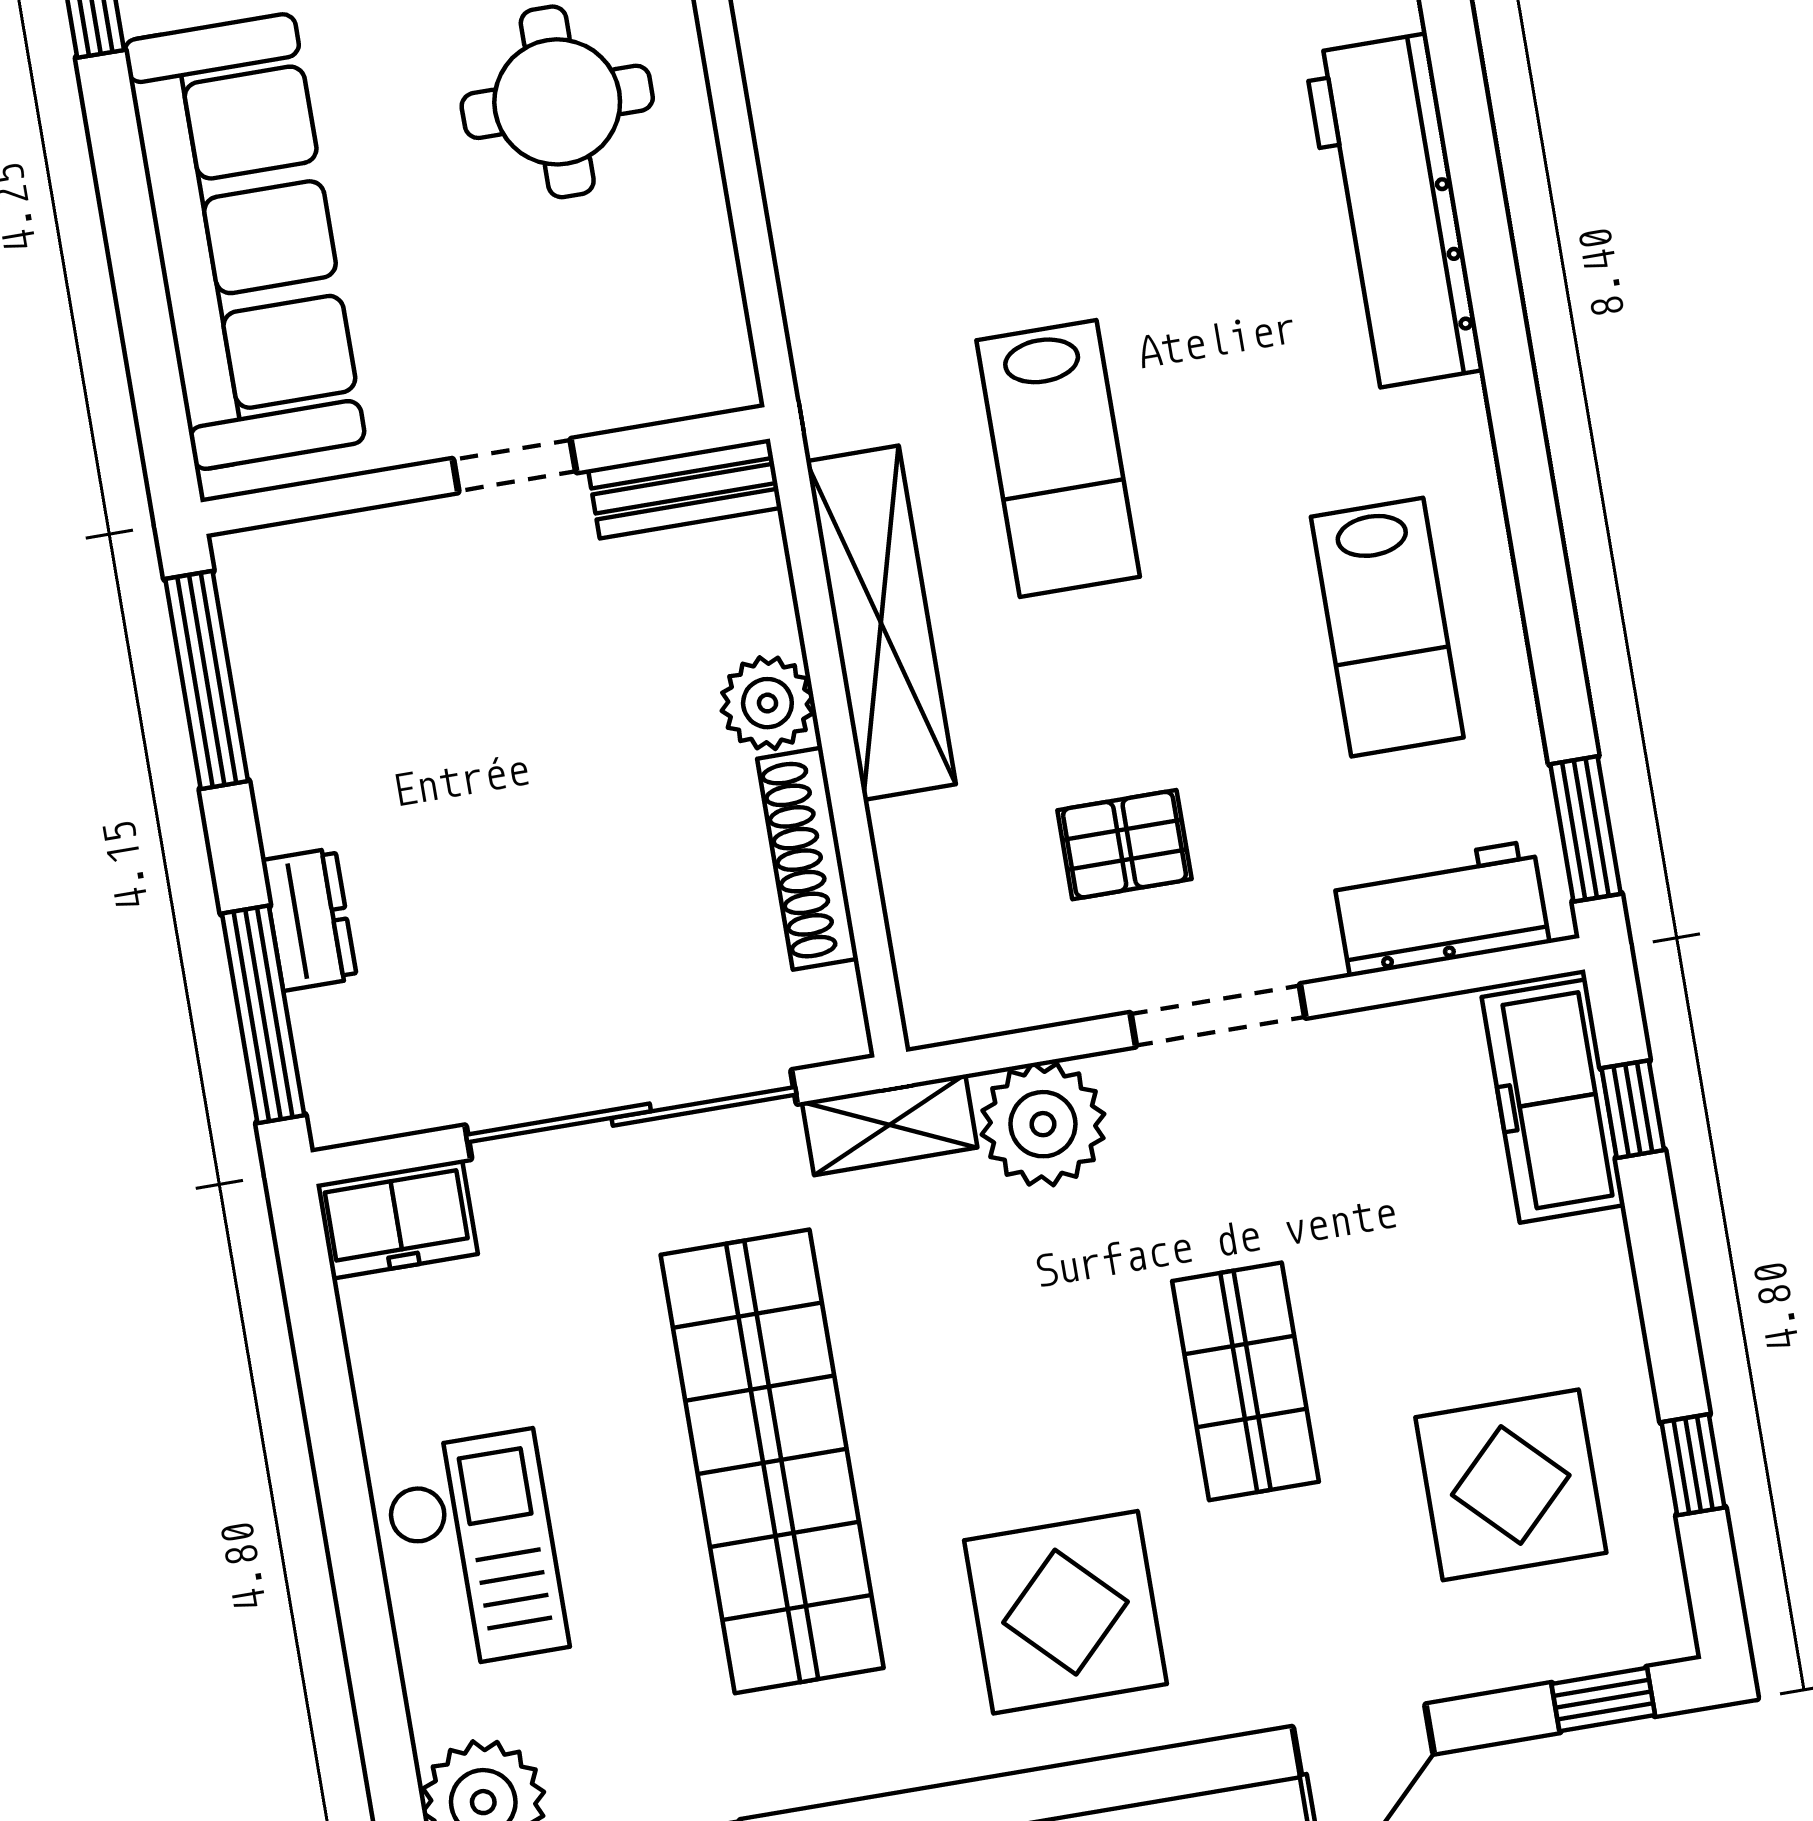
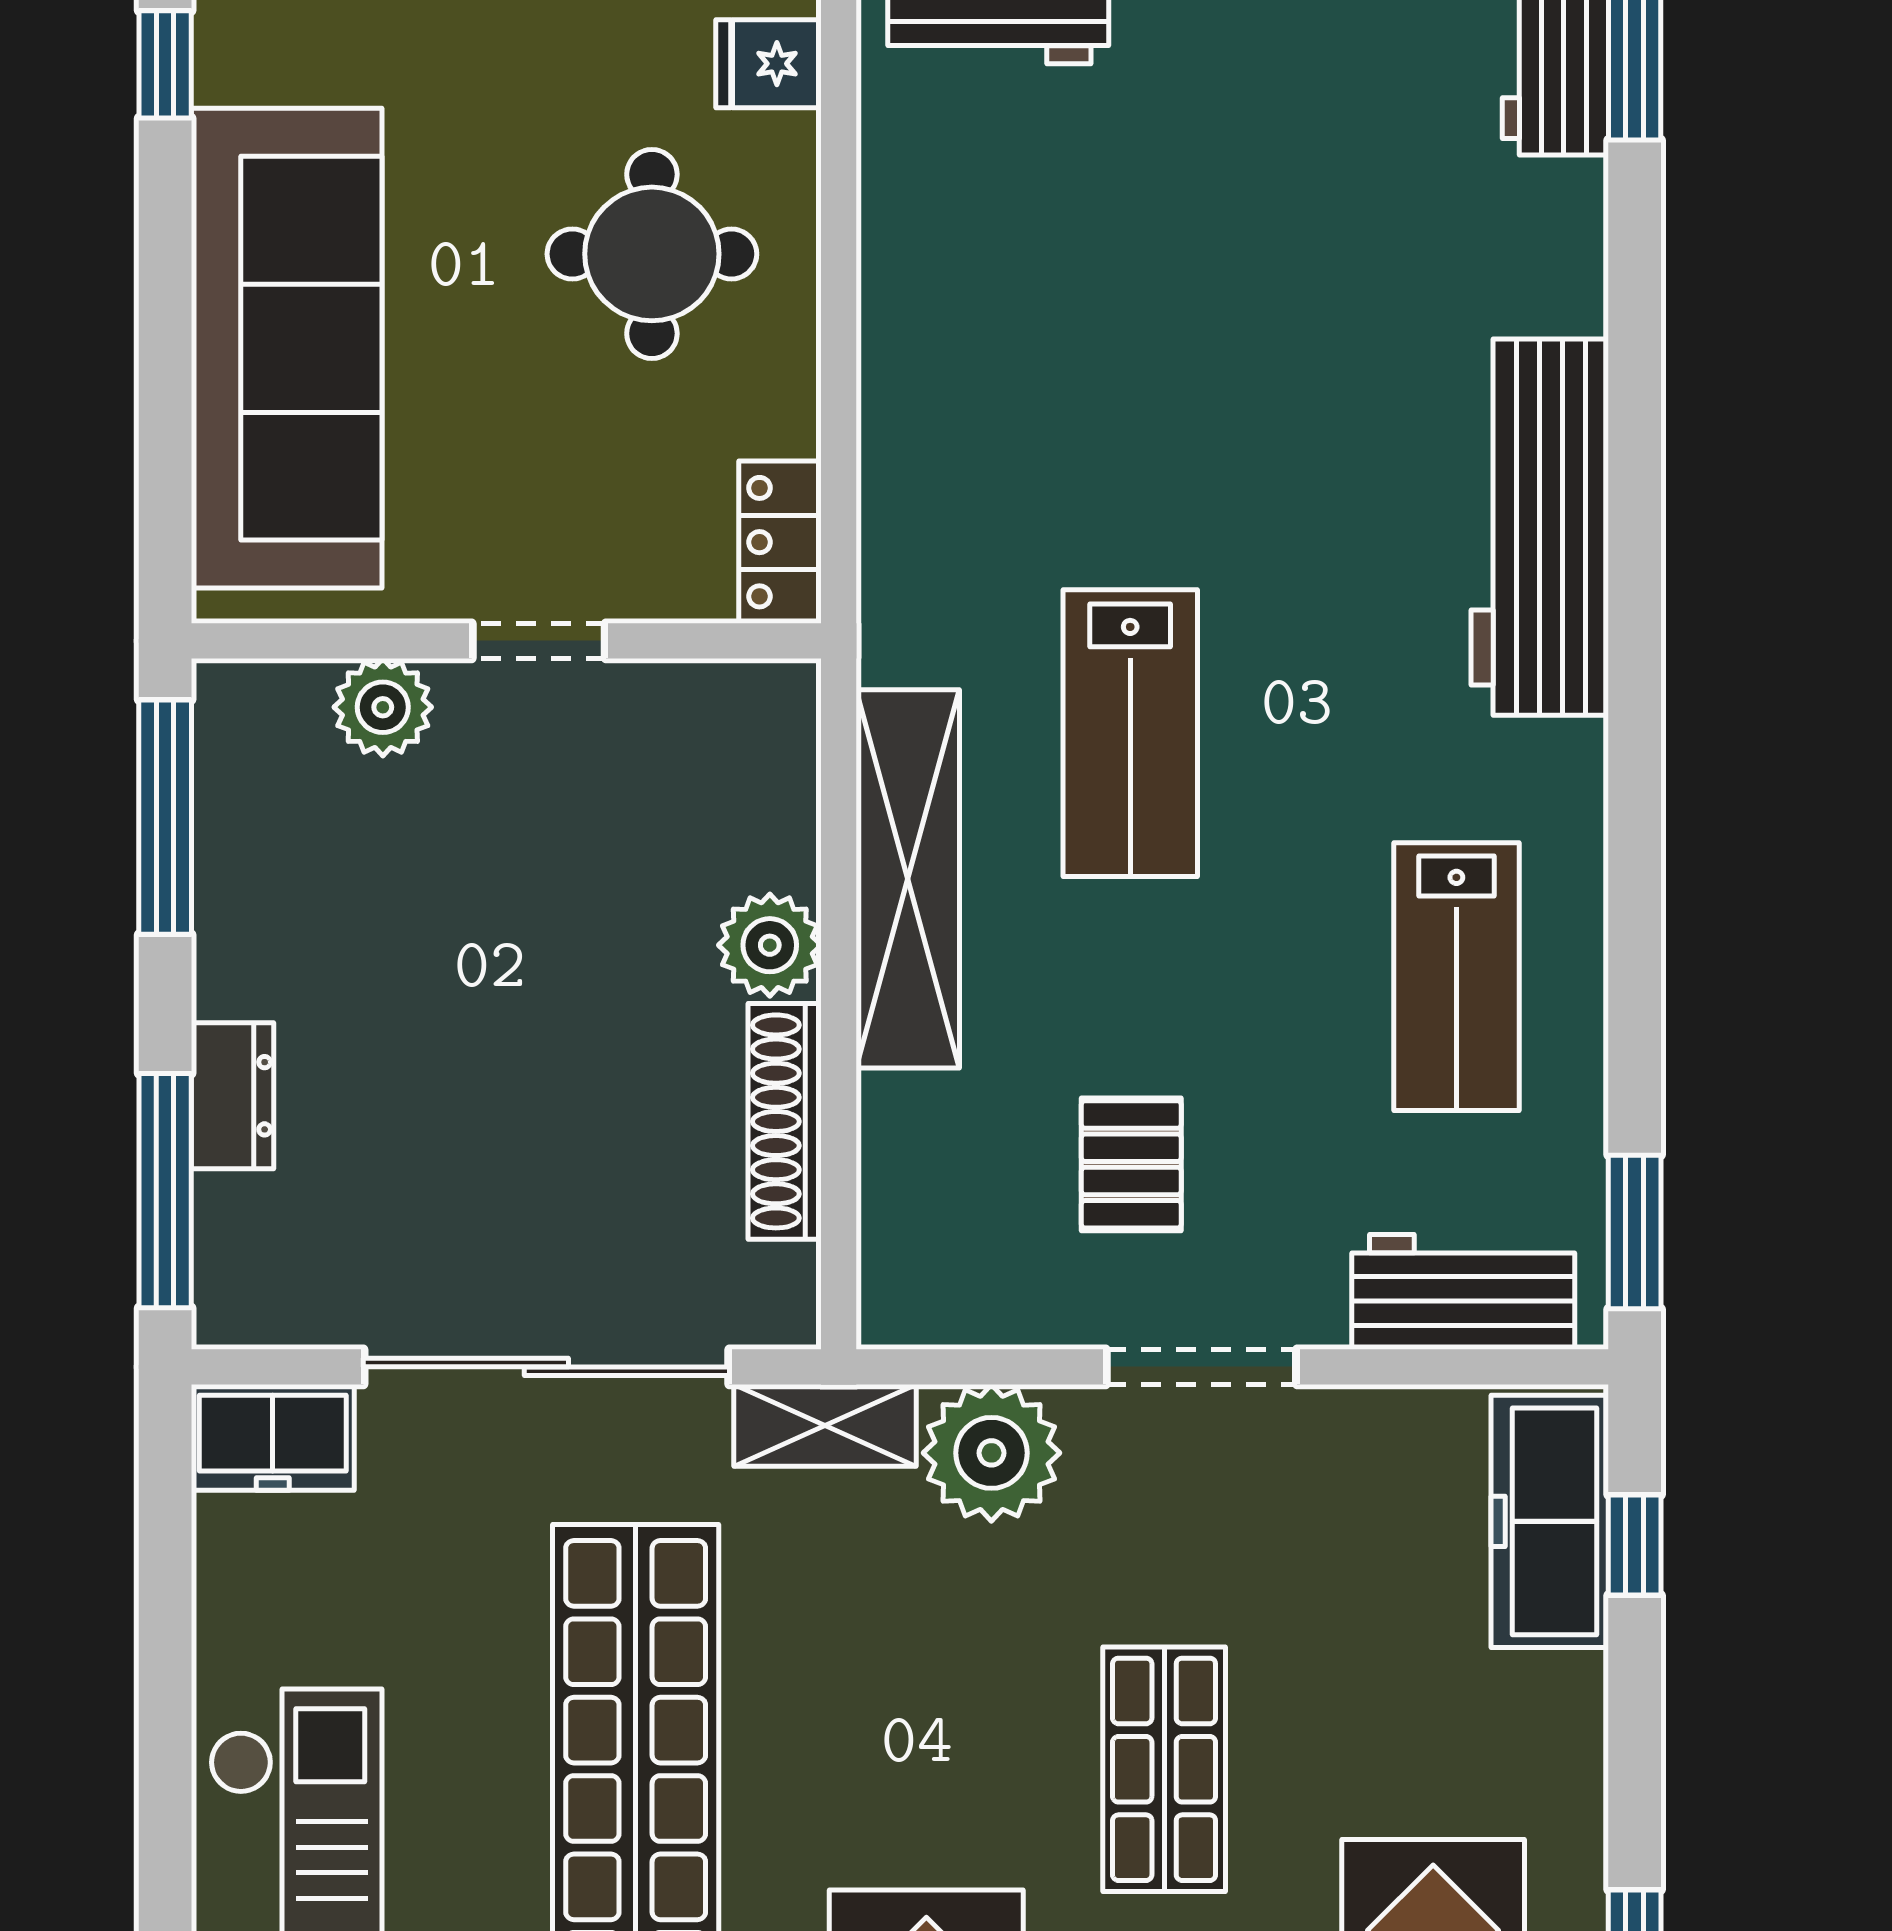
locker: (716, 341) -> (780, 542), added
bench: (685, 489) -> (720, 697), removed
plant: (385, 549) -> (383, 707), added
pallet: (1124, 845) -> (1131, 1164), turned 90

